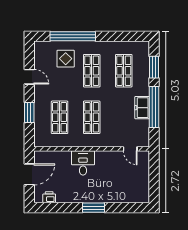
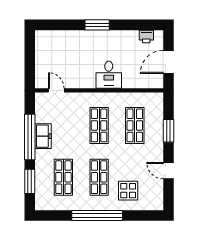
window: (73, 36) -> (97, 216), moved

